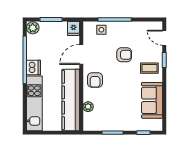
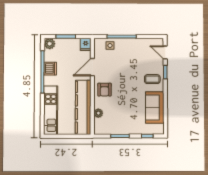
armchair: (124, 55) -> (130, 67), removed
dishwasher: (33, 68) -> (50, 69), moved

